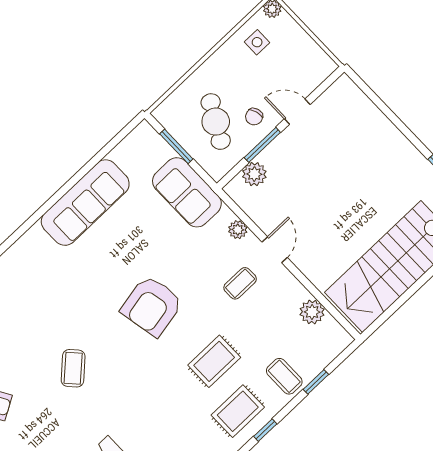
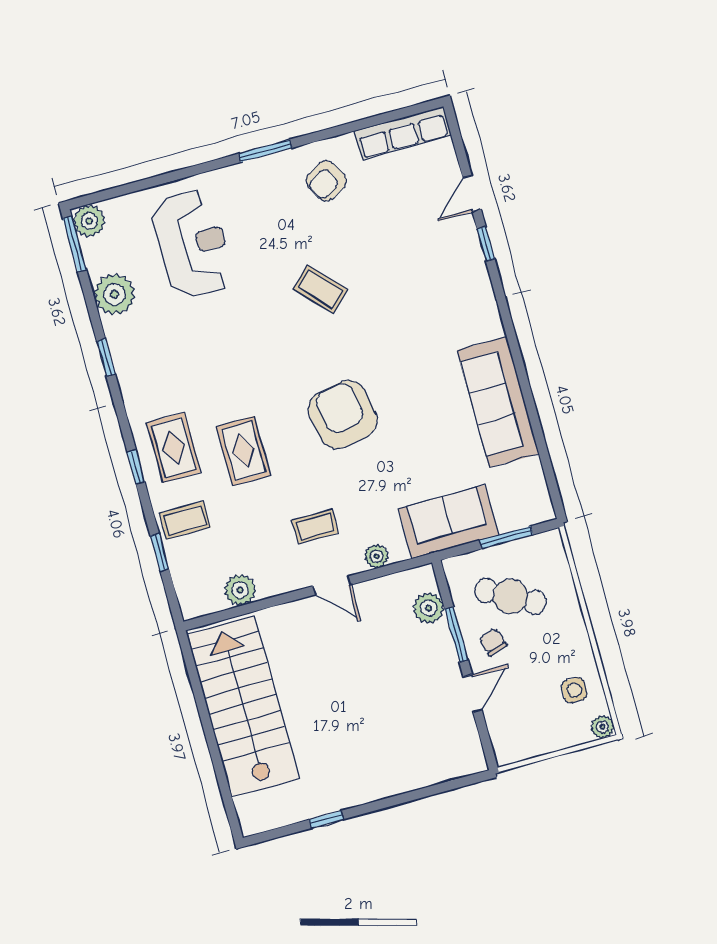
coffee table: (240, 283) -> (315, 527), turned 90

